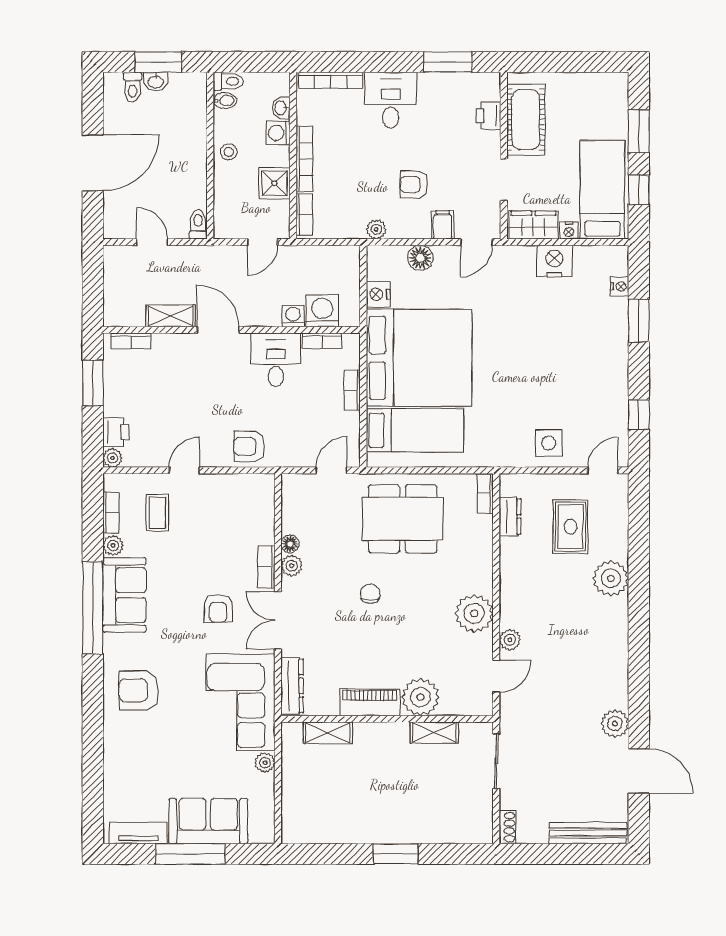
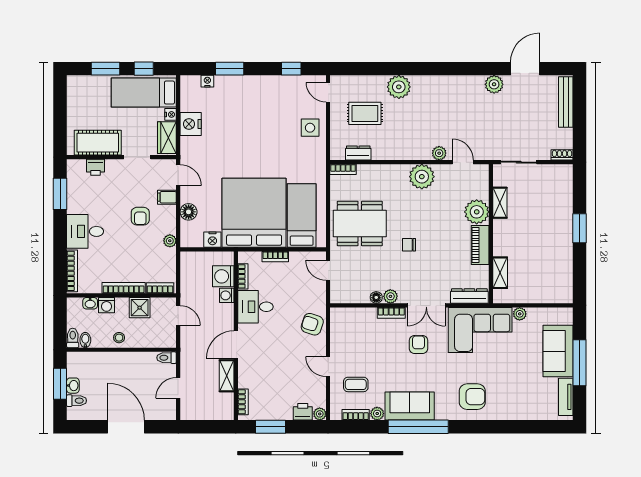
armchair: (249, 446) -> (312, 324), turned 108
dining table: (403, 519) -> (360, 224), turned 90
armchair: (218, 608) -> (419, 345), turned -90
armchair: (139, 690) -> (472, 397), turned -90

